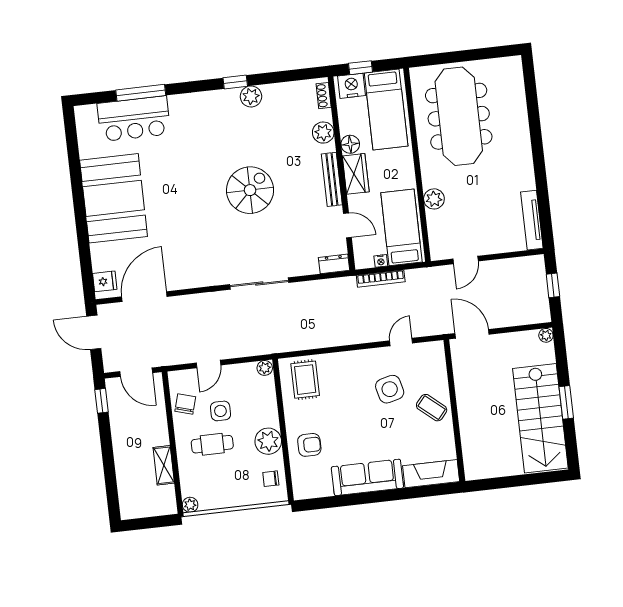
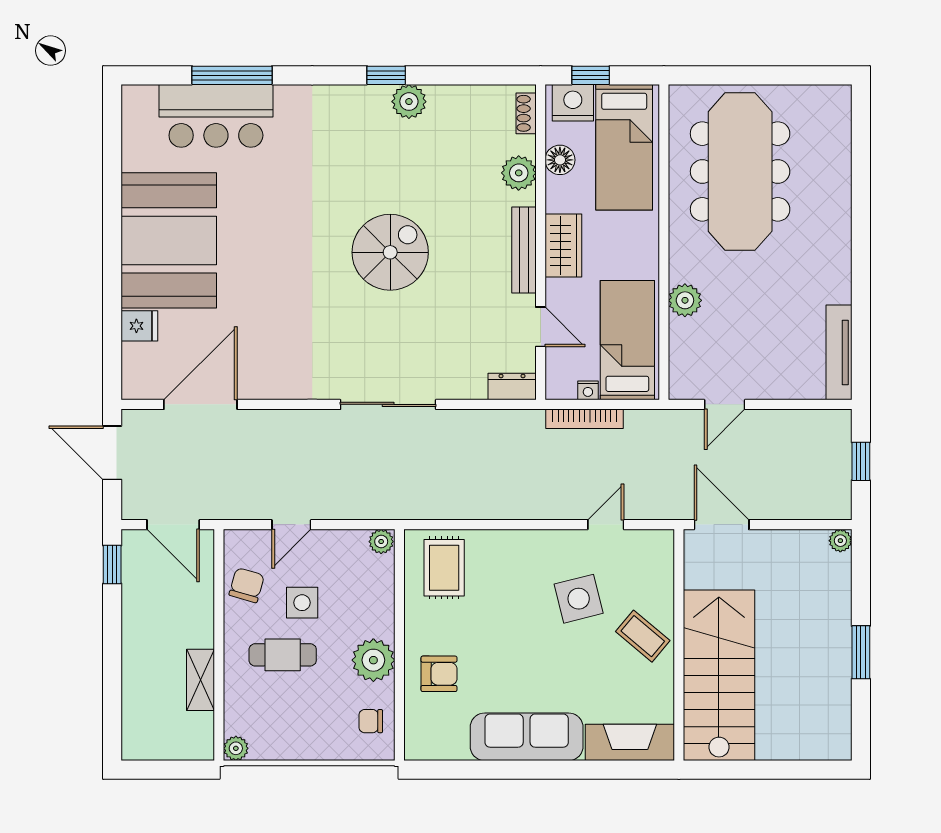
floor lamp: (350, 144) -> (560, 160), moved
fridge: (105, 281) -> (139, 326), moved
stairs: (540, 418) -> (719, 675), moved, turned 180

